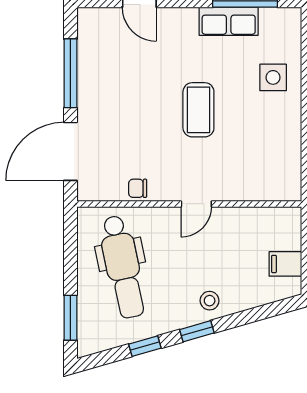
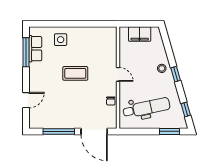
row of seats: (229, 21) -> (35, 49), moved
filing cabinet: (285, 264) -> (140, 34), width x2.00
window: (145, 346) -> (186, 109), moved

